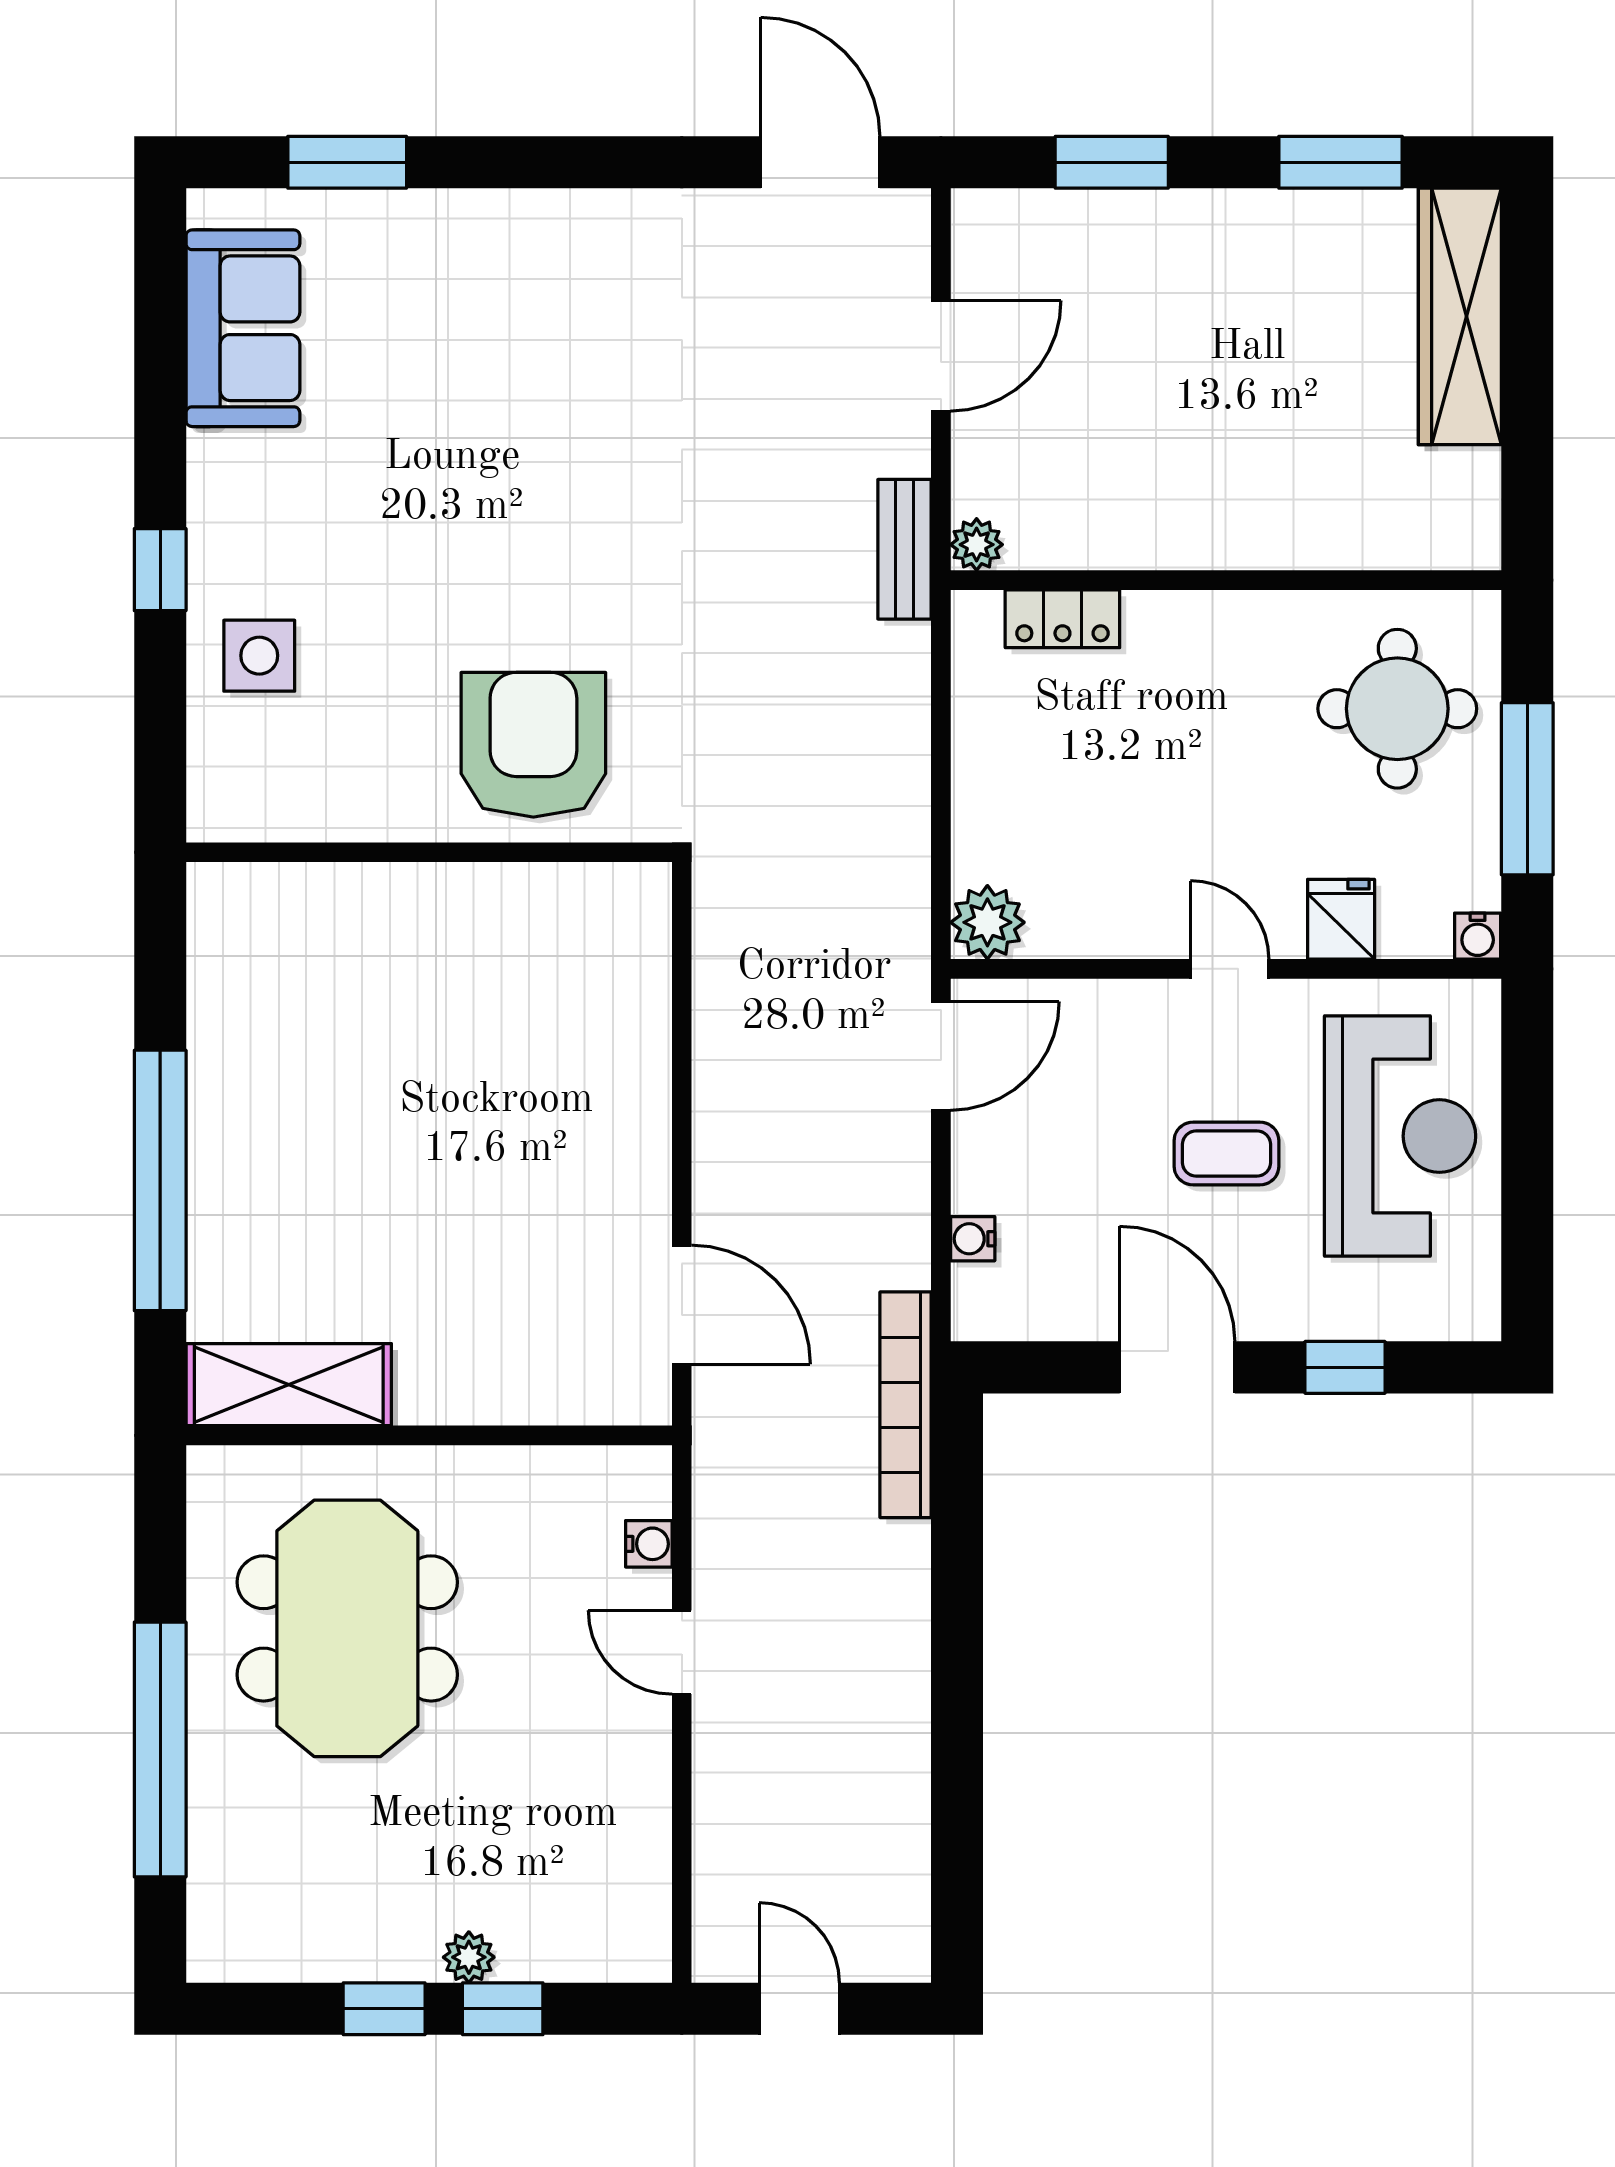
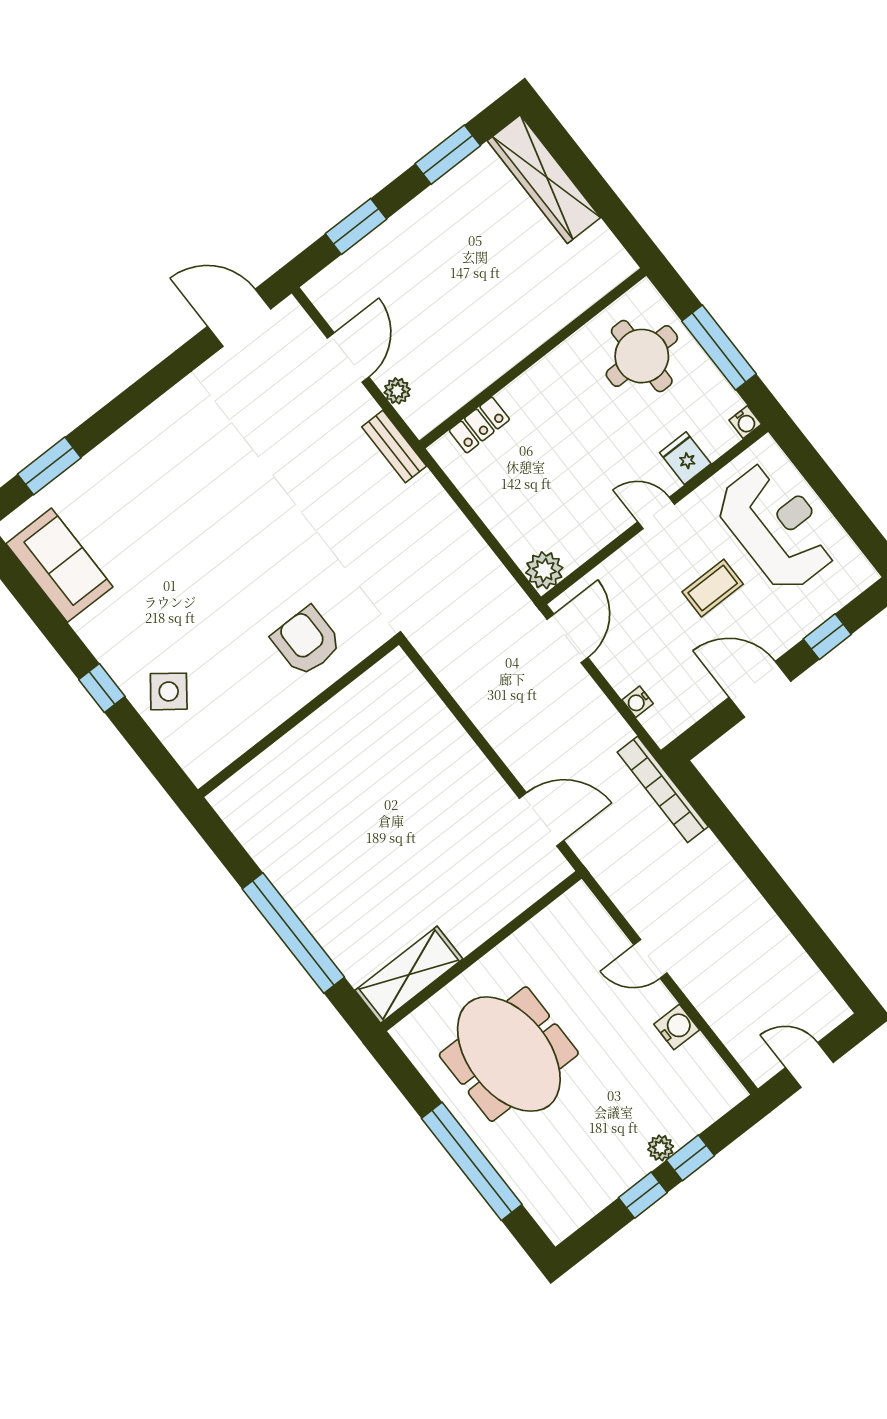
plant: (977, 545) -> (397, 391), moved
side table: (259, 656) -> (169, 691), turned 37
armchair: (533, 745) -> (307, 641), width x0.73, depth x0.73
water cooler: (649, 1544) -> (677, 1027), moved, width x1.38, depth x1.38

